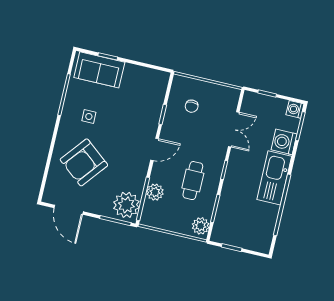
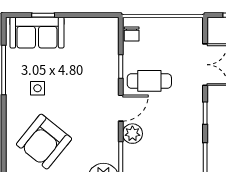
chair: (192, 106) -> (132, 34), moved
cafe table: (193, 181) -> (149, 81), moved, turned 90
plant: (155, 192) -> (132, 134), moved

